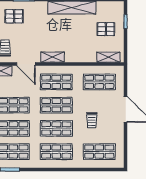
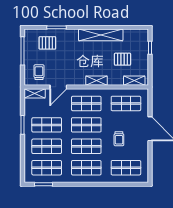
pallet: (106, 29) -> (122, 59), moved
shelving: (53, 57) -> (96, 81), moved
door: (26, 64) -> (58, 87), hinge flipped

